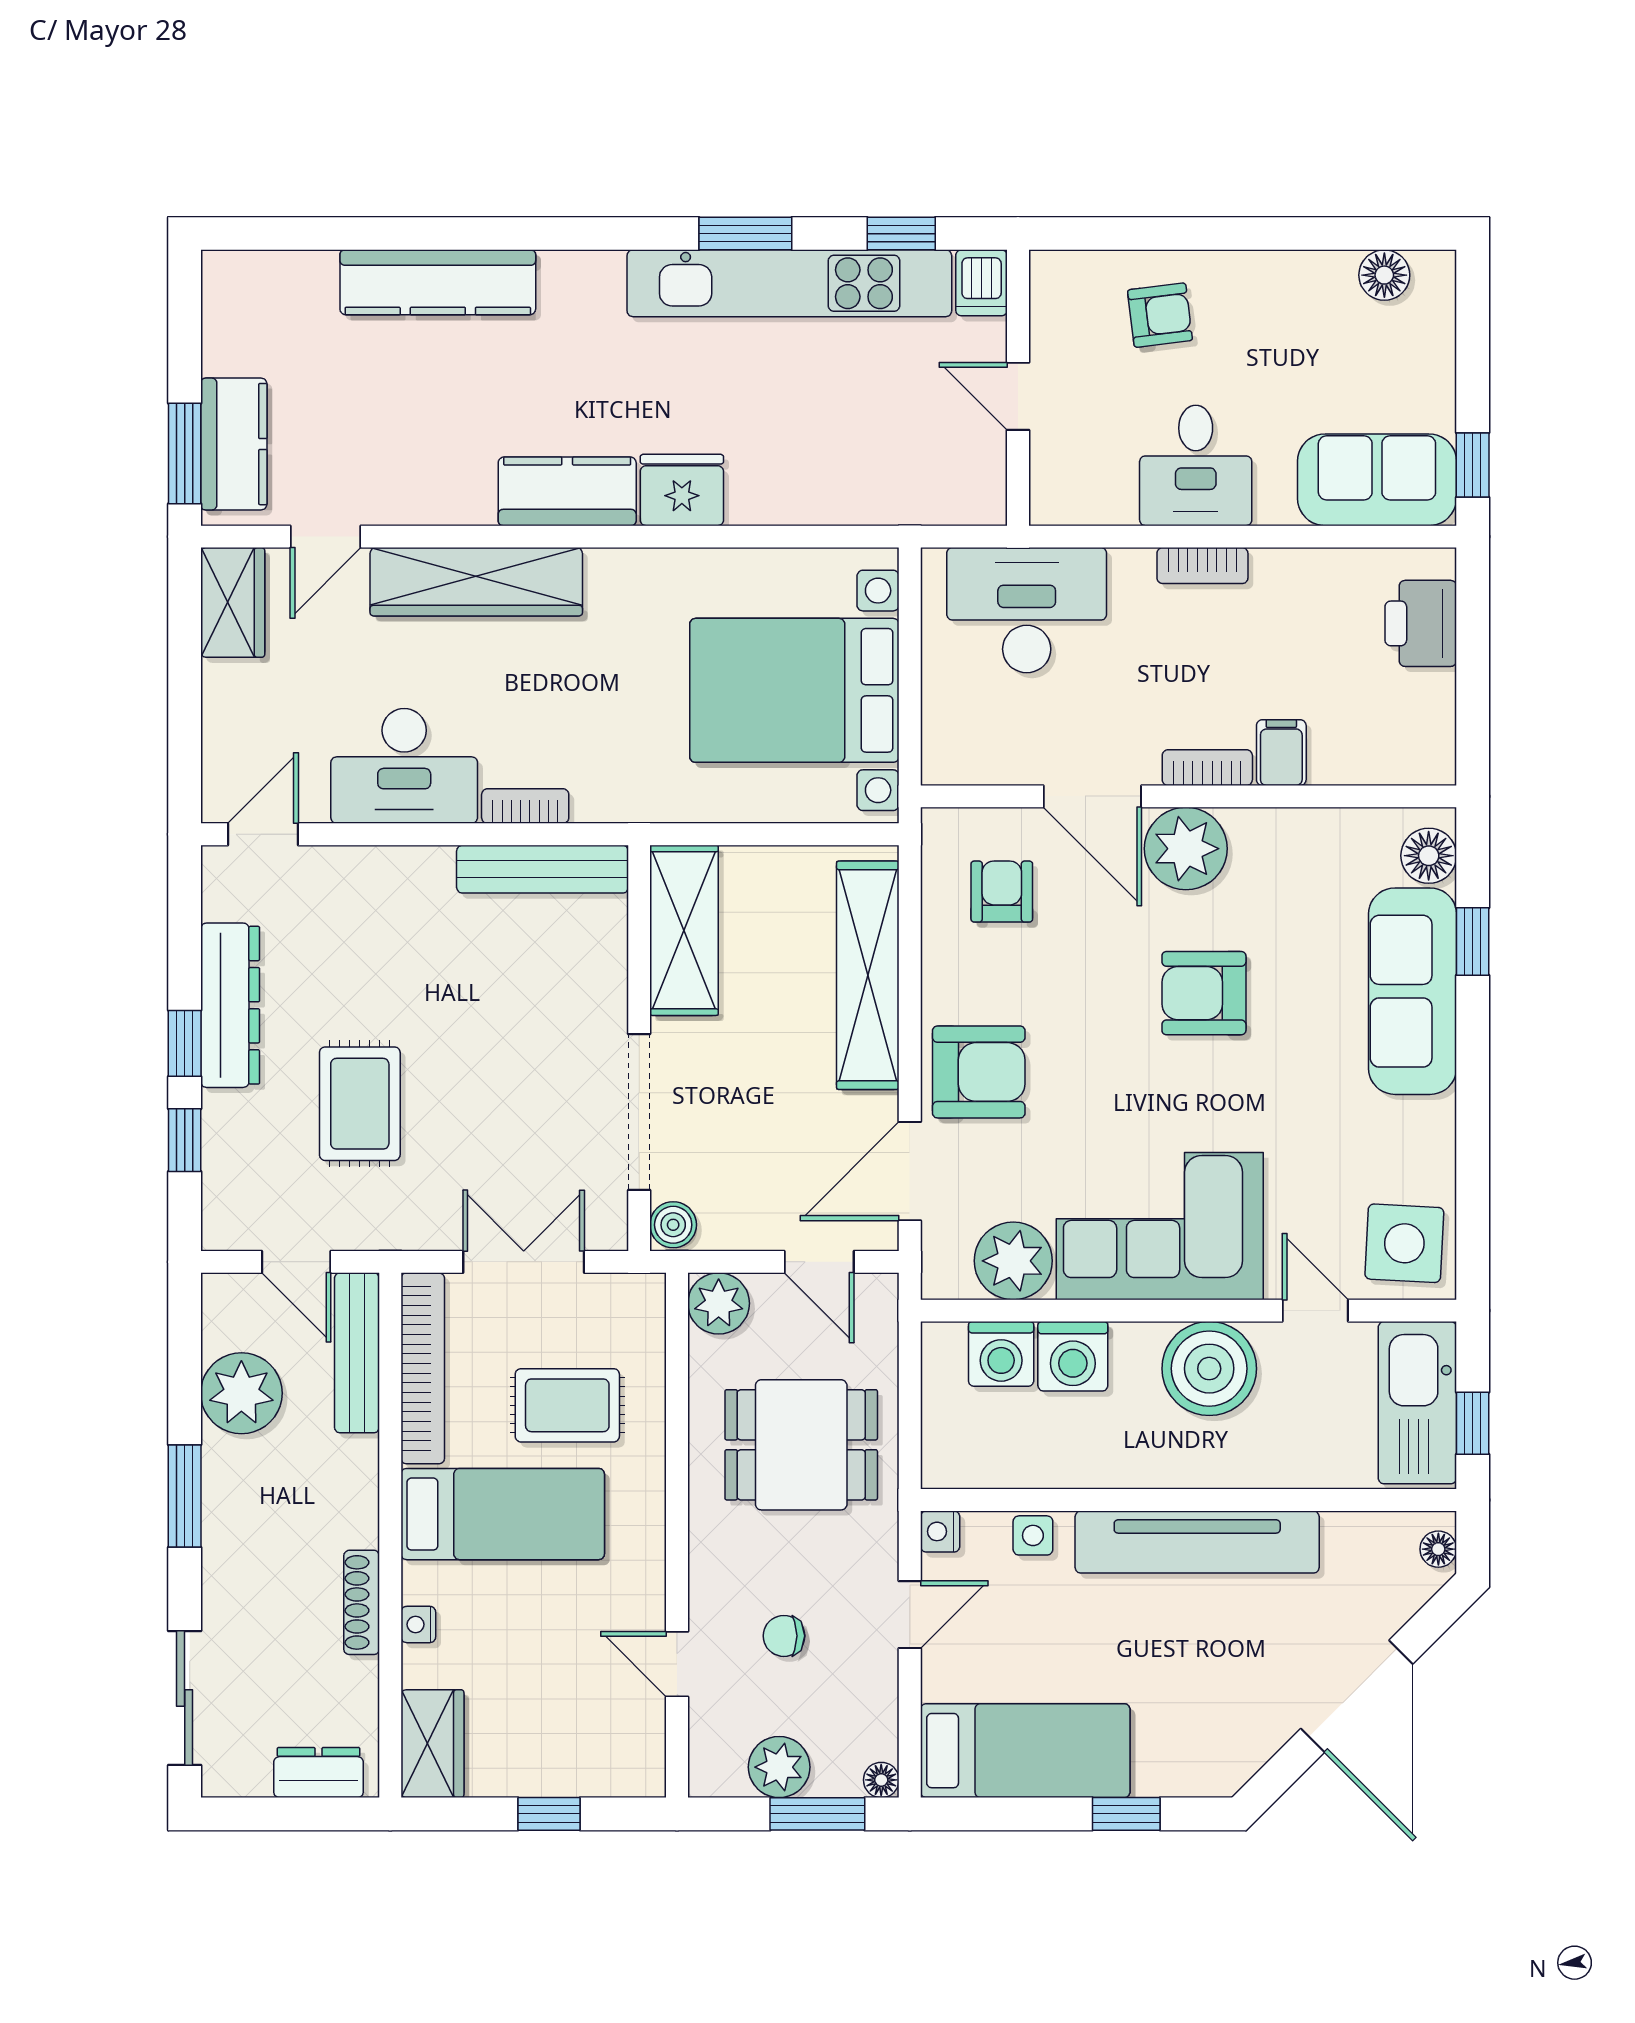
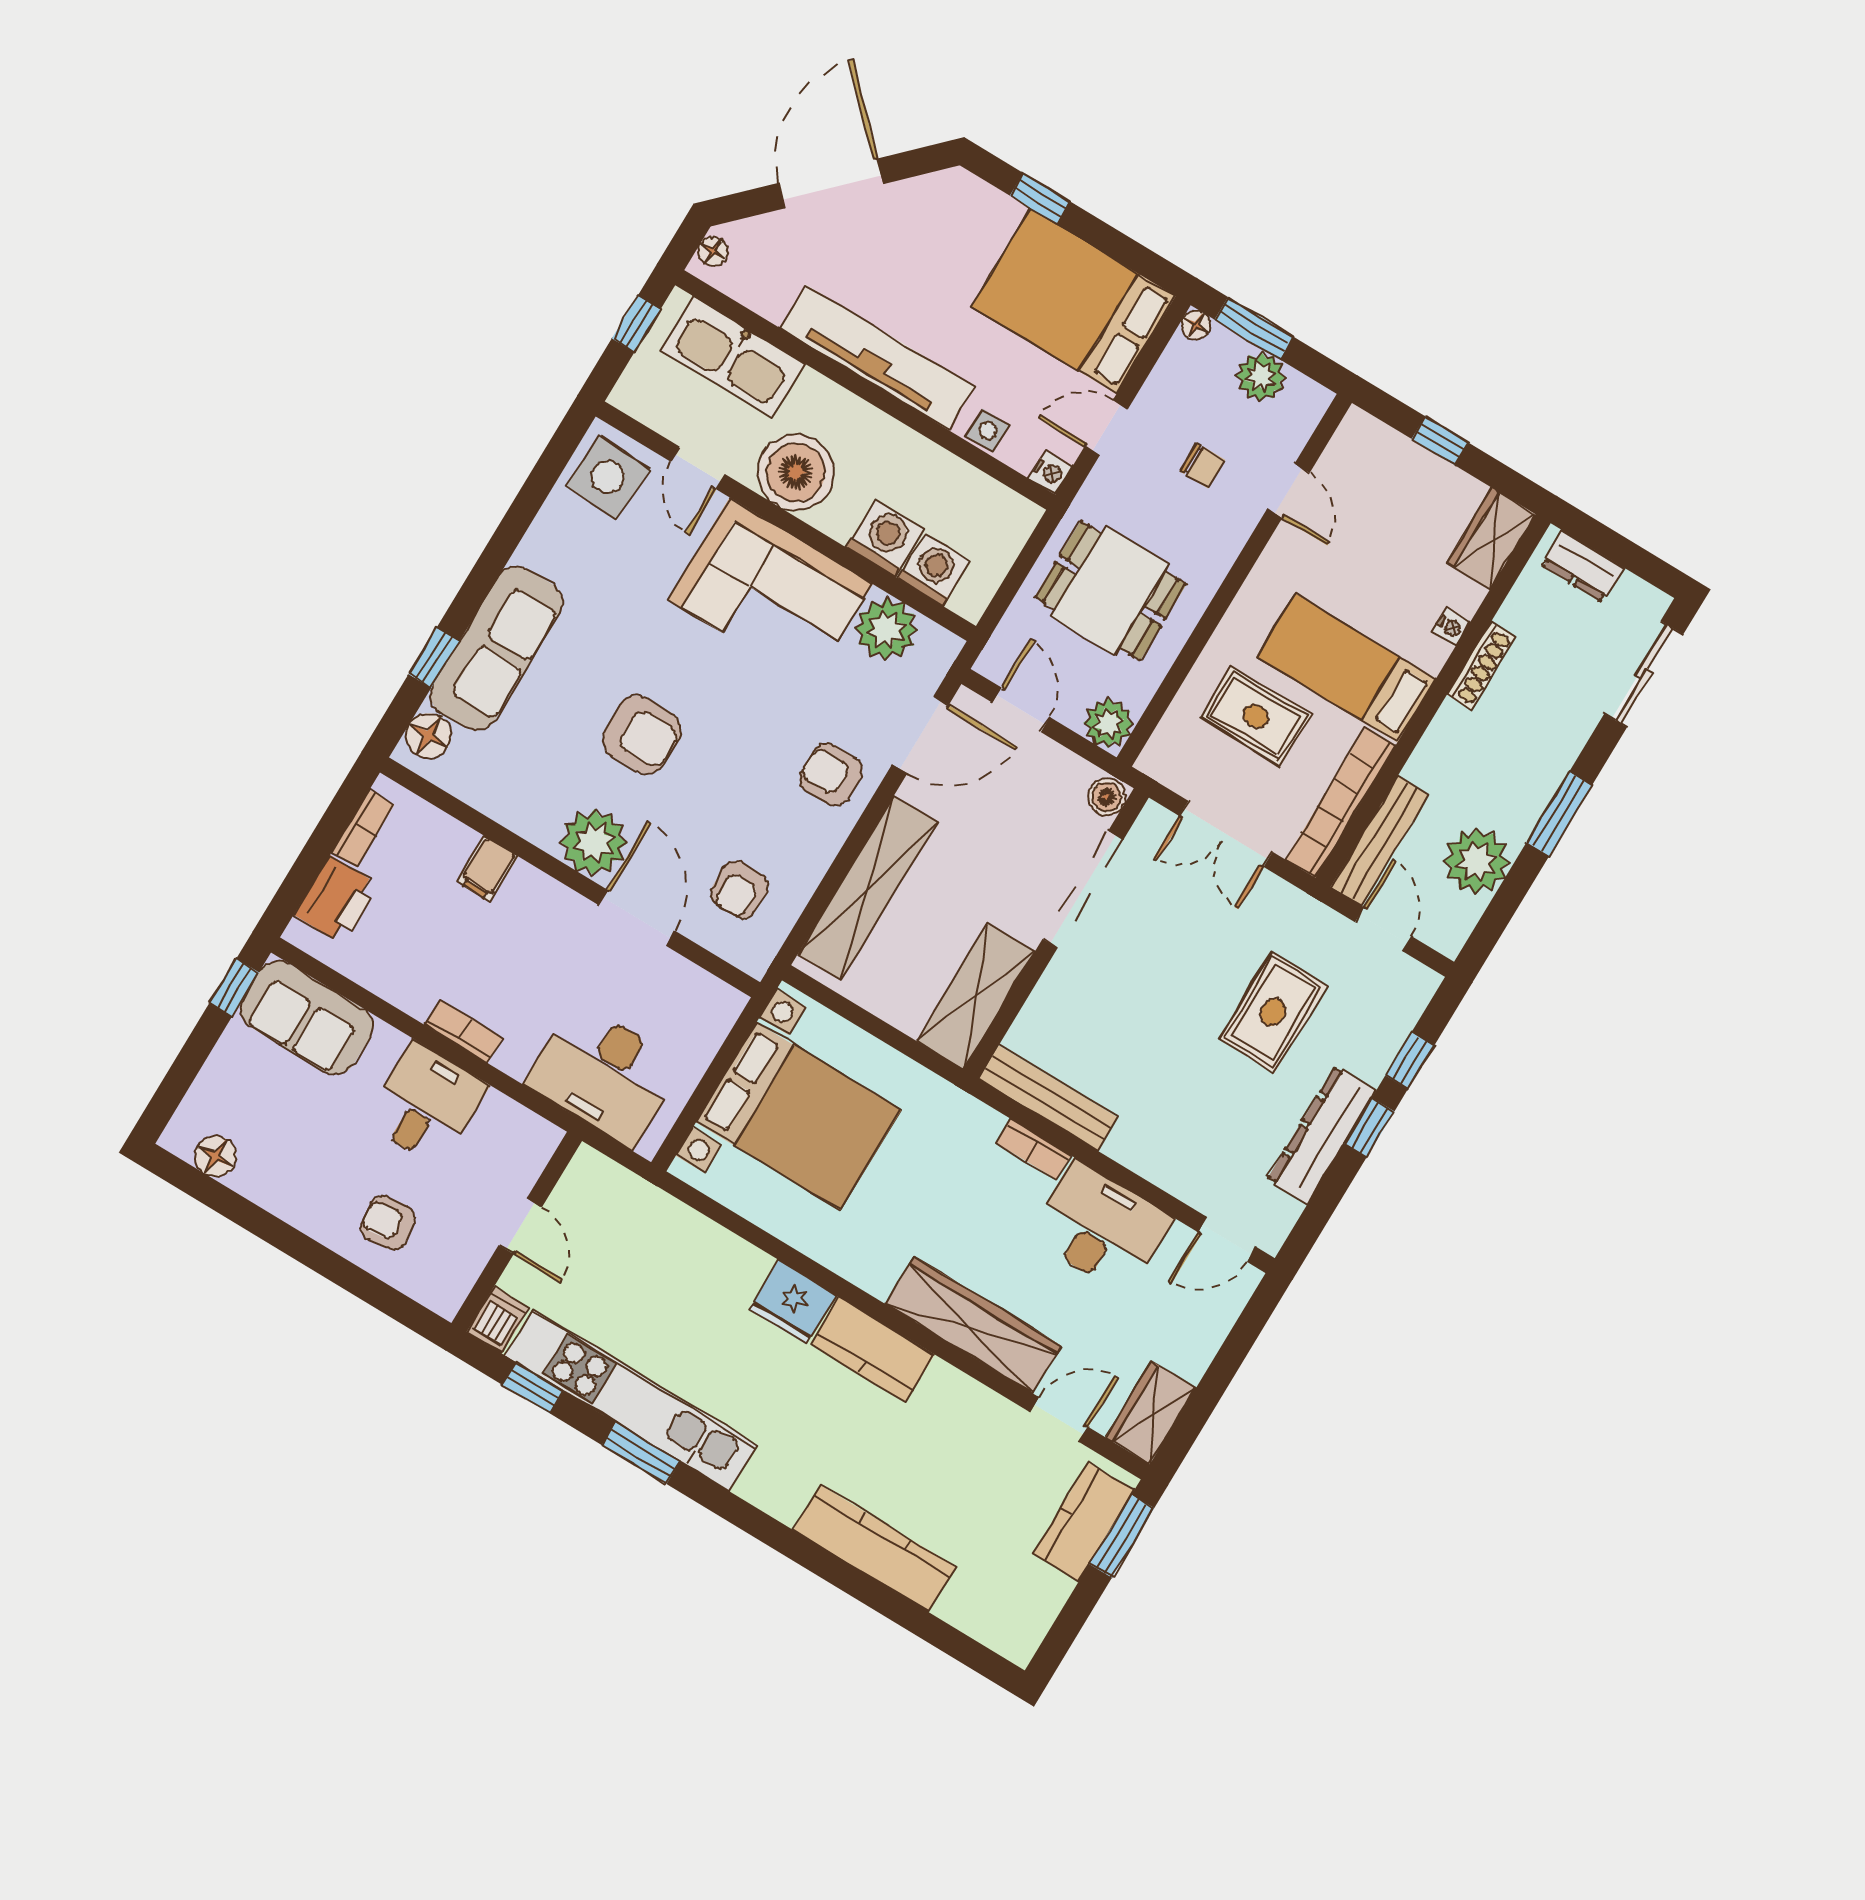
bookcase: (1207, 768) -> (363, 828), moved, turned -90
armchair: (979, 1072) -> (831, 774), width x0.72, depth x0.72
kitchen sink: (1417, 1403) -> (733, 357), moved, turned 90
bed: (1025, 1751) -> (1074, 301), width x1.50

